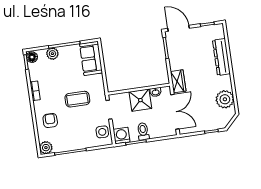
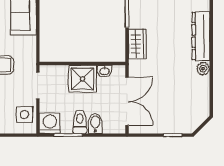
wardrobe: (178, 81) -> (137, 44), moved
plant: (225, 99) -> (203, 69), moved, width x0.53, depth x0.53
bidet: (154, 131) -> (95, 123), added

